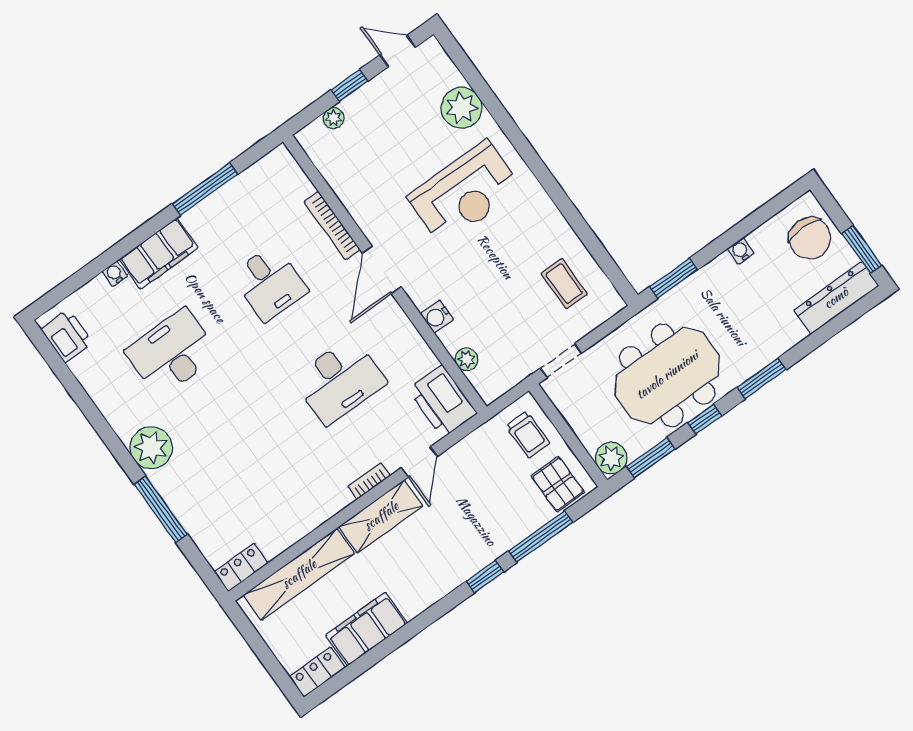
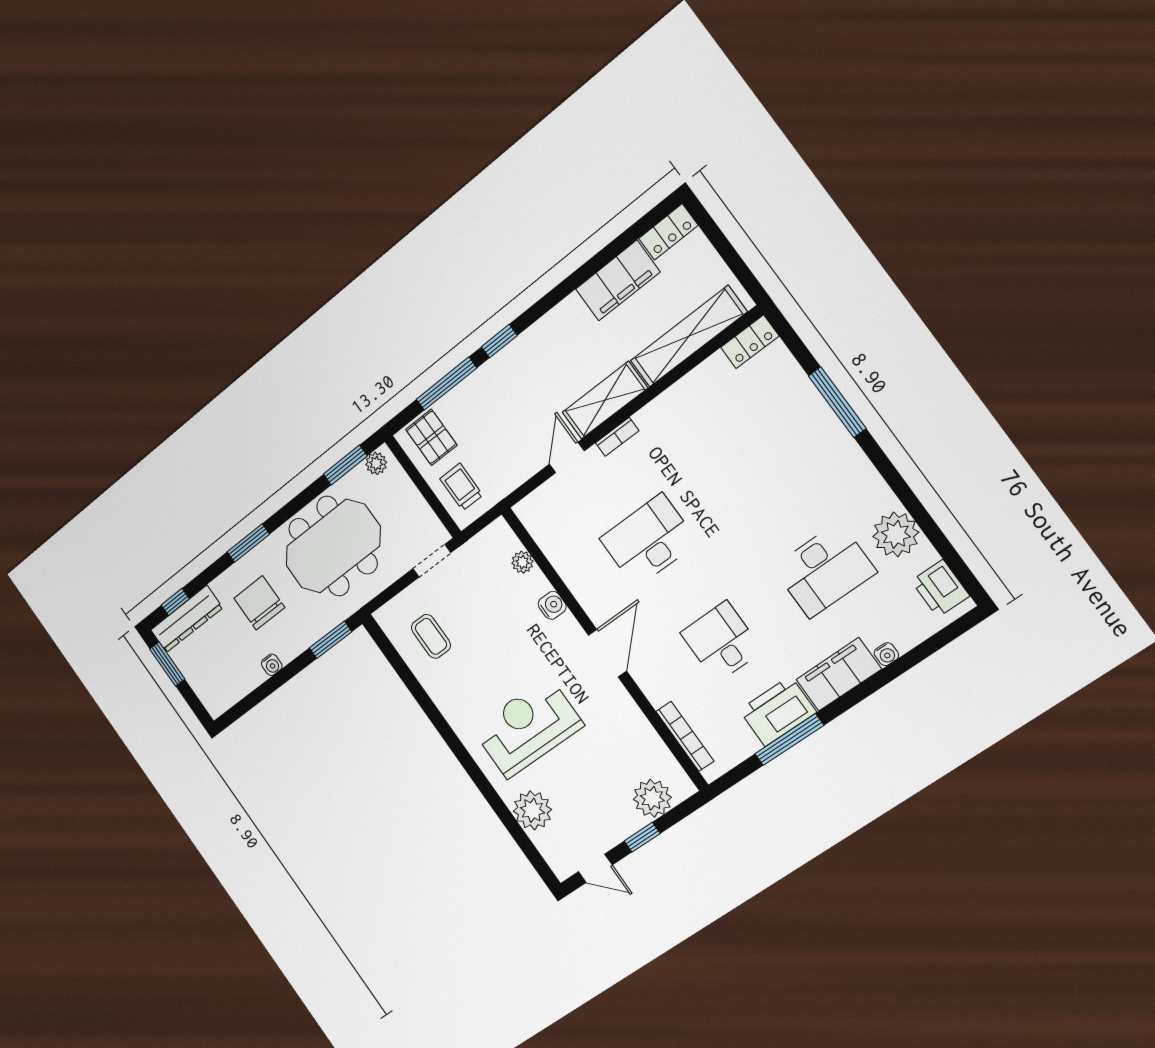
plant: (334, 118) -> (652, 798), width x1.87, depth x1.87
bookcase: (332, 226) -> (685, 736), moved
chair: (810, 238) -> (259, 603), moved
printer: (442, 401) -> (778, 711), moved, turned -90
window: (705, 419) -> (175, 602), moved
plant: (151, 448) -> (896, 534), moved
plant: (611, 458) -> (376, 463), width x0.73, depth x0.73

